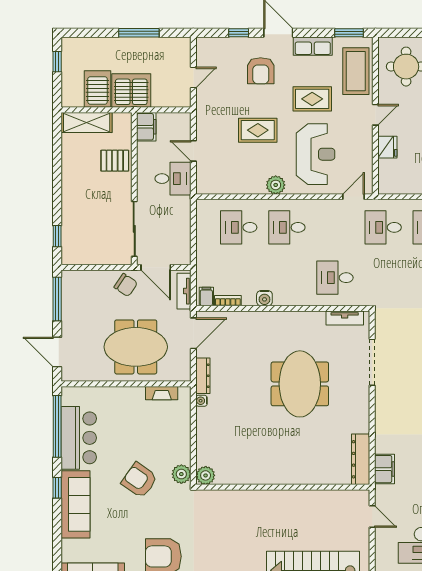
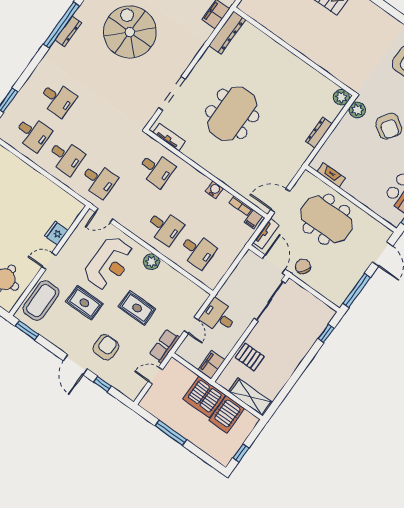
row of seats: (313, 46) -> (164, 346), moved, turned -90
reception desk: (316, 154) -> (109, 263), turned 180
dresser: (203, 376) -> (319, 133), moved
water cooler: (202, 401) -> (308, 150), removed

